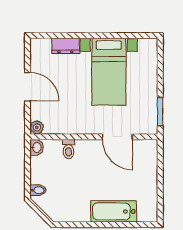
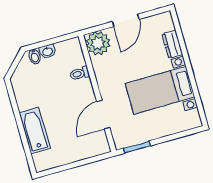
plant: (37, 127) -> (98, 43), width x1.87, depth x1.87
washbasin: (37, 147) -> (48, 51), moved

